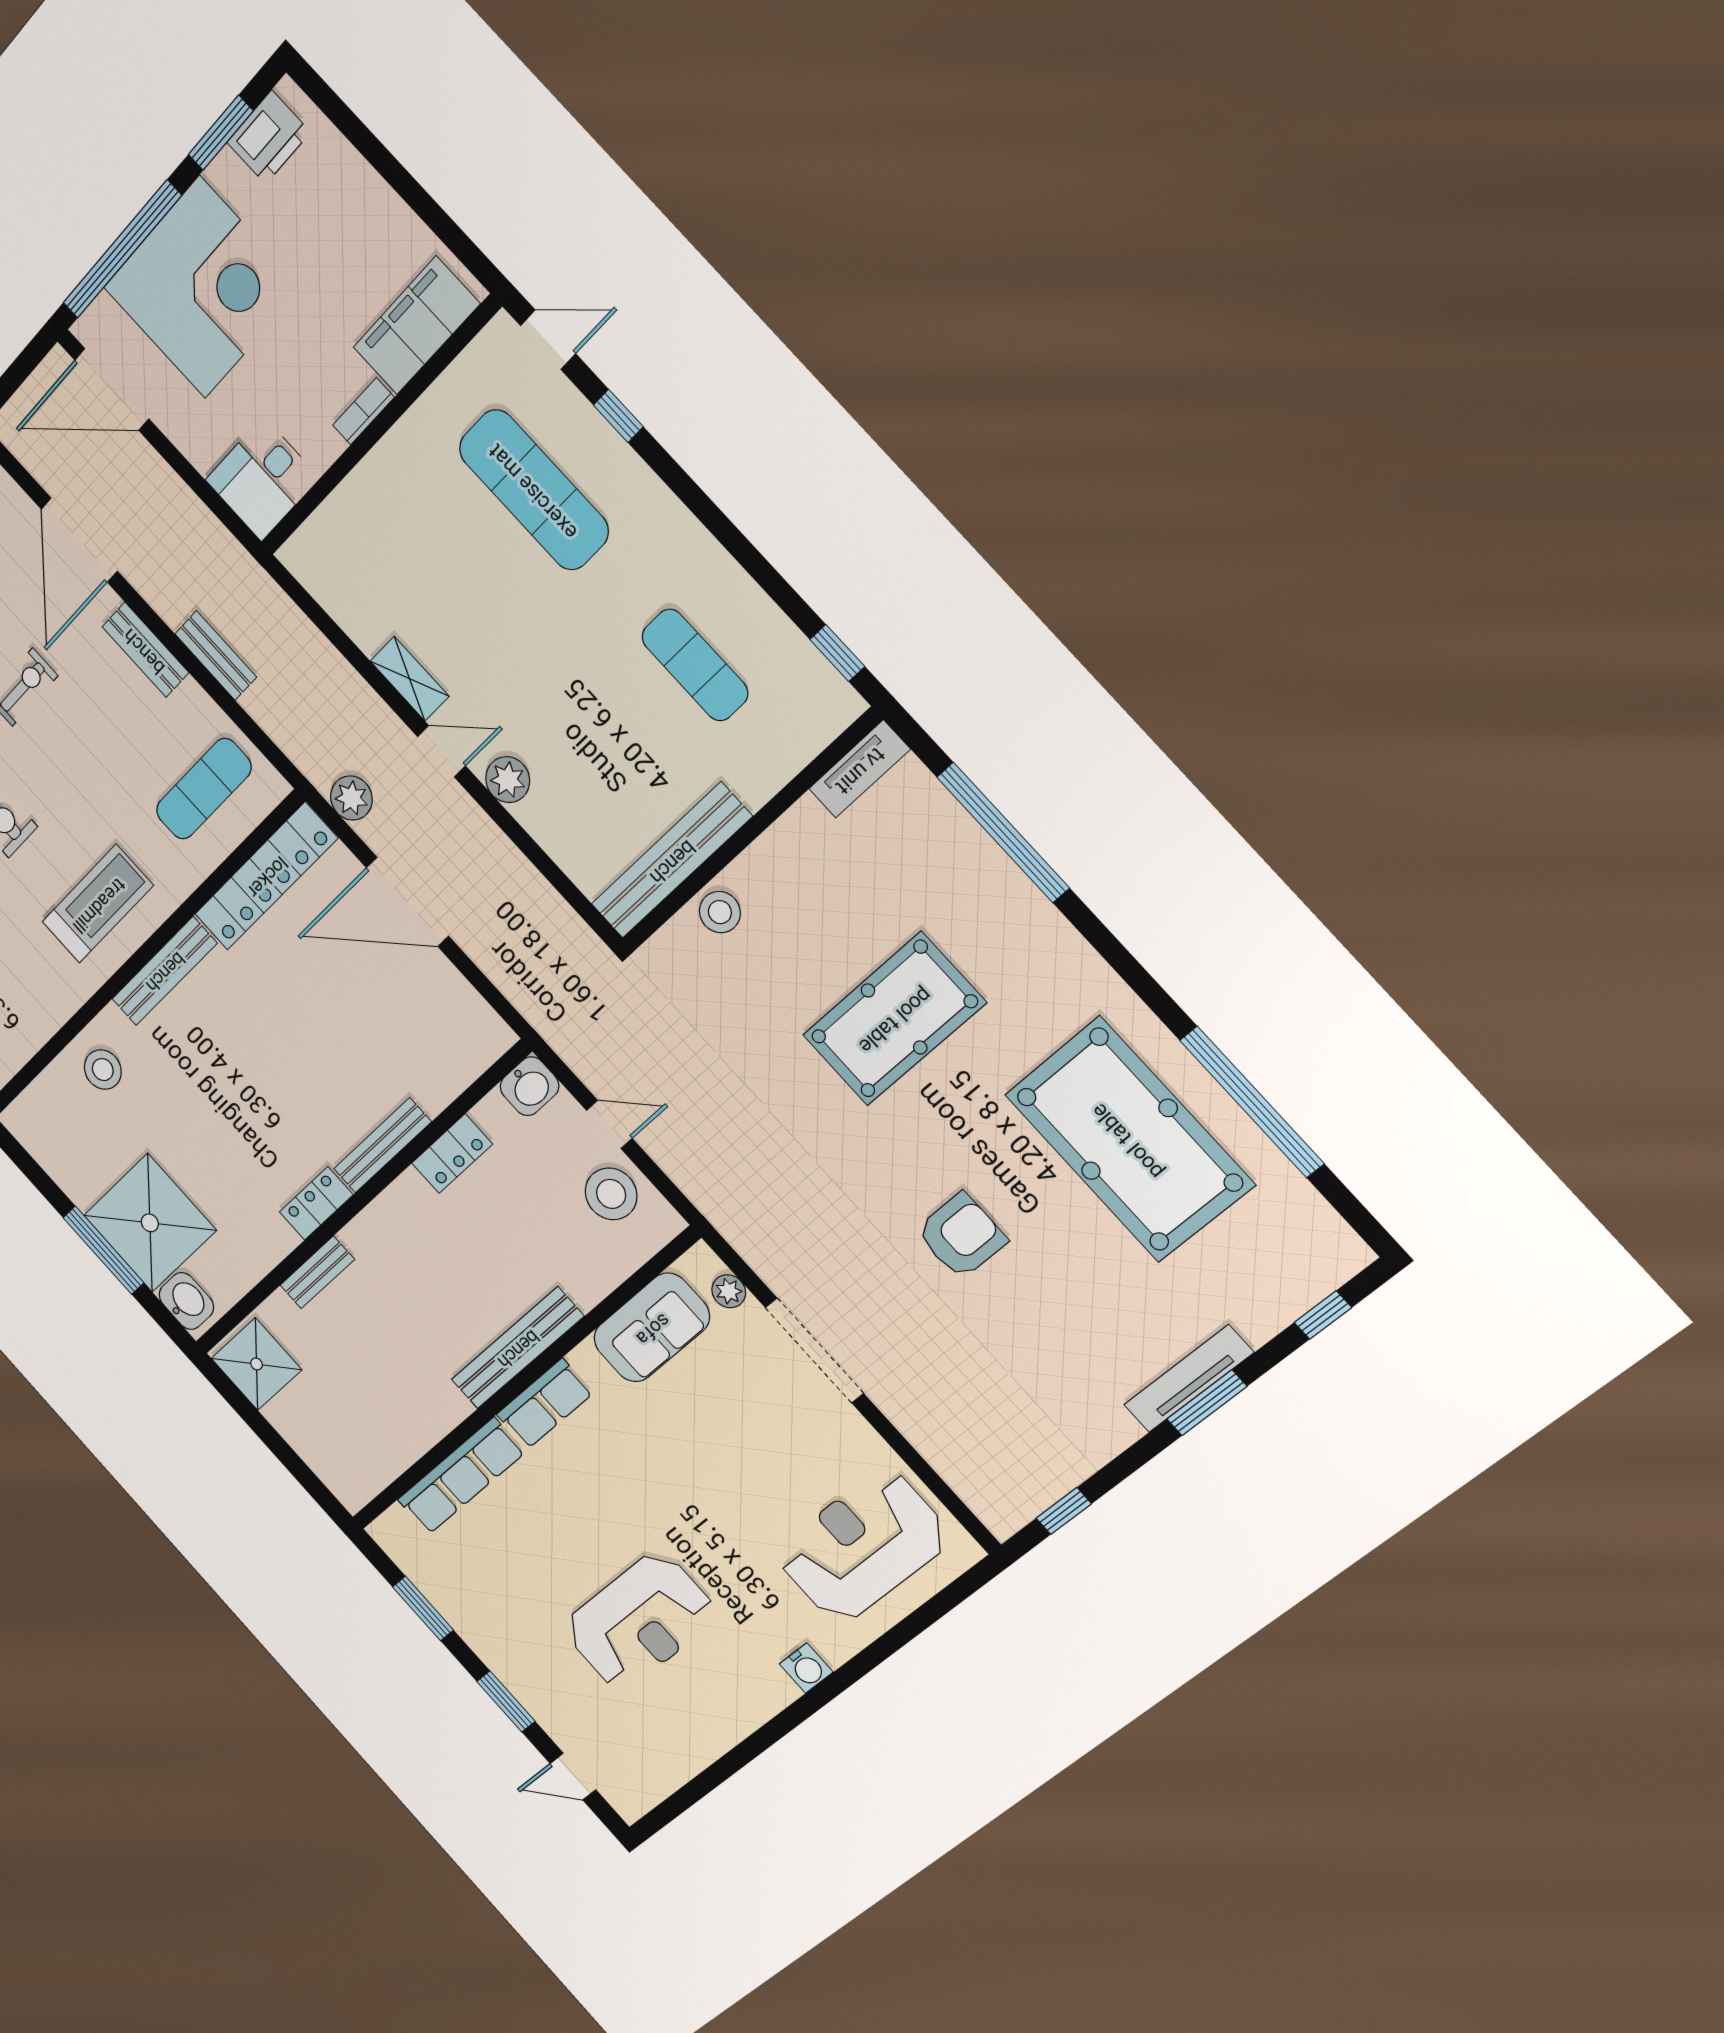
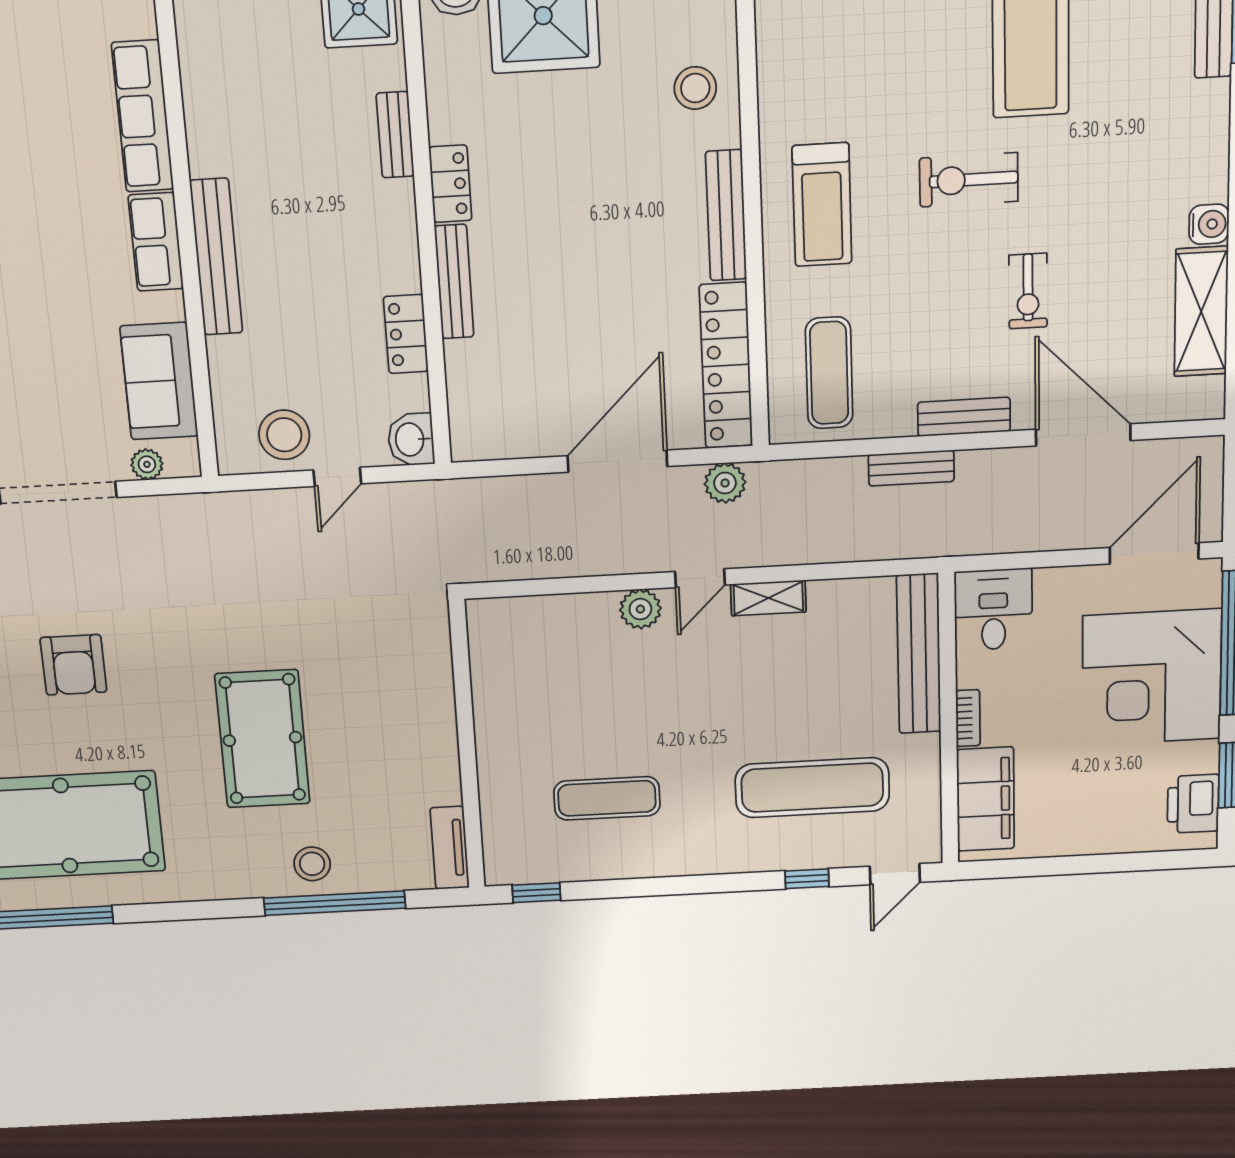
bench: (671, 861) -> (919, 654), moved
stool: (720, 912) -> (312, 864), moved

